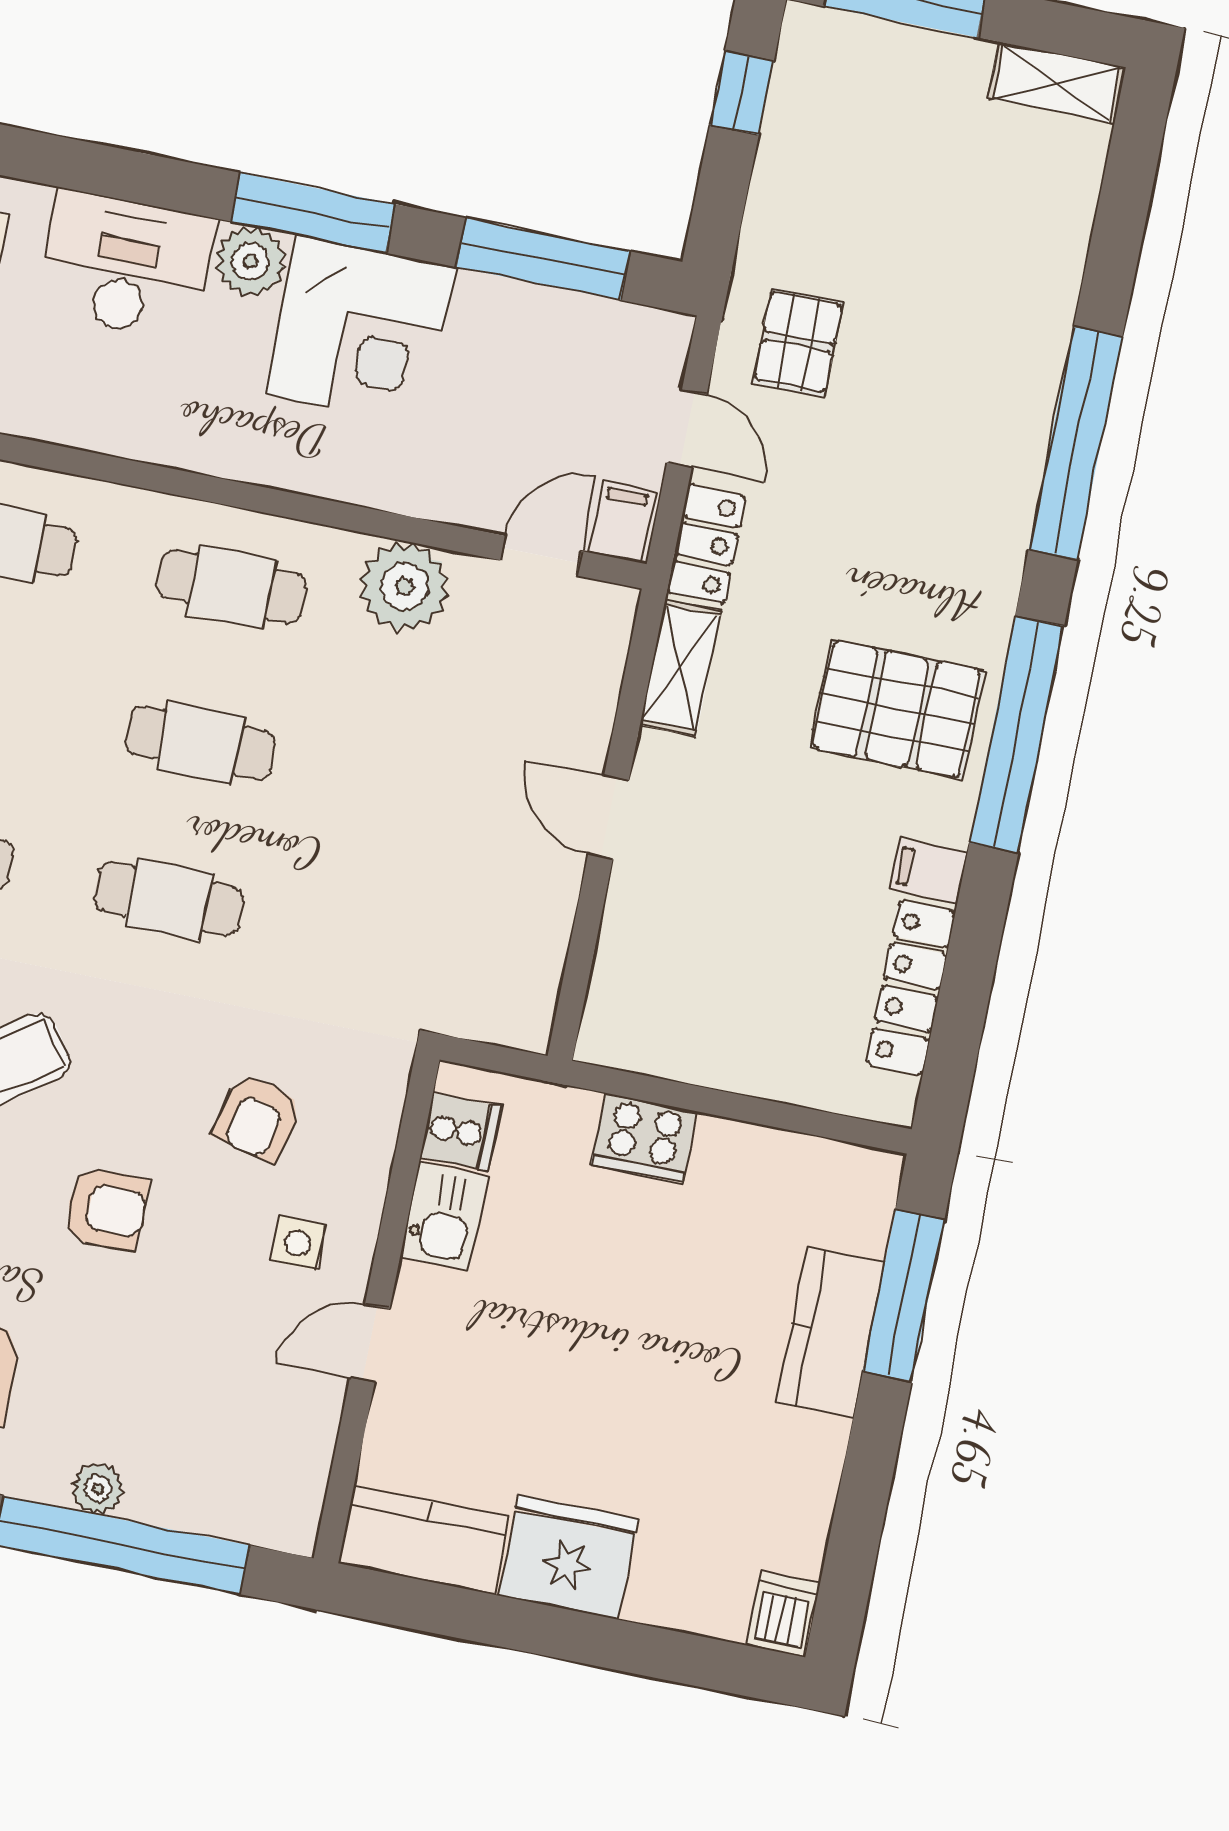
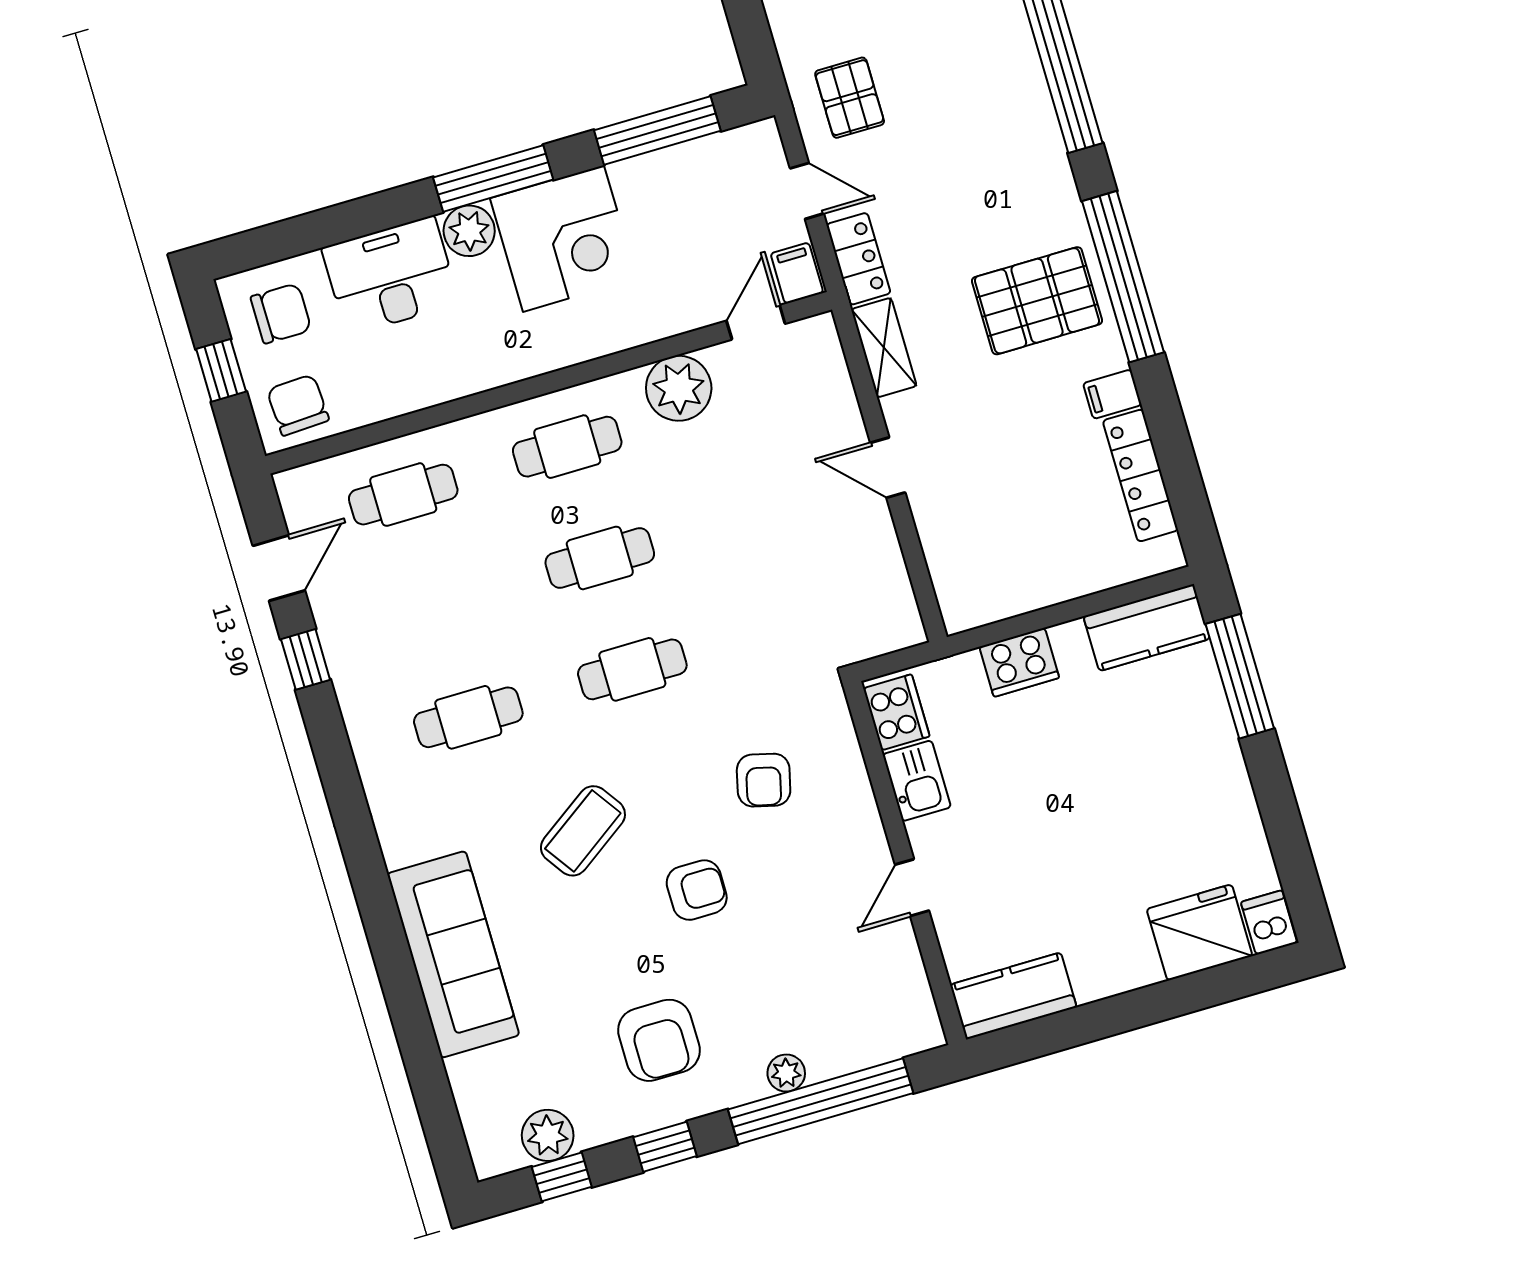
cooker: (460, 1132) -> (896, 712), width x1.36
side table: (298, 1243) -> (832, 847), removed
kitchen counter: (831, 1332) -> (1147, 628), moved, turned -90
fridge: (569, 1557) -> (1200, 932), moved

